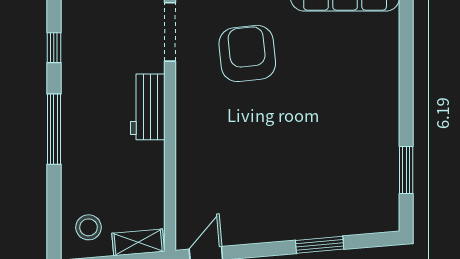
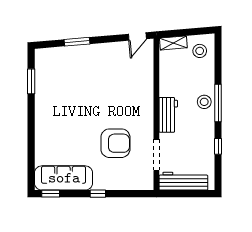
armchair: (247, 53) -> (115, 143), turned -84
stool: (80, 131) -> (204, 102), added

